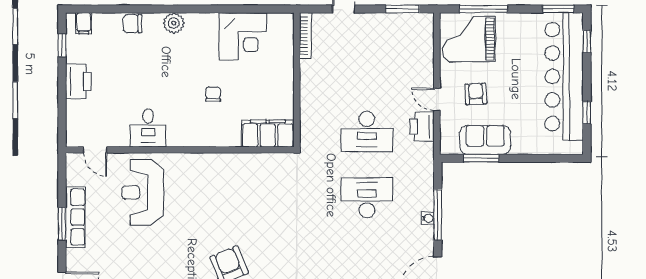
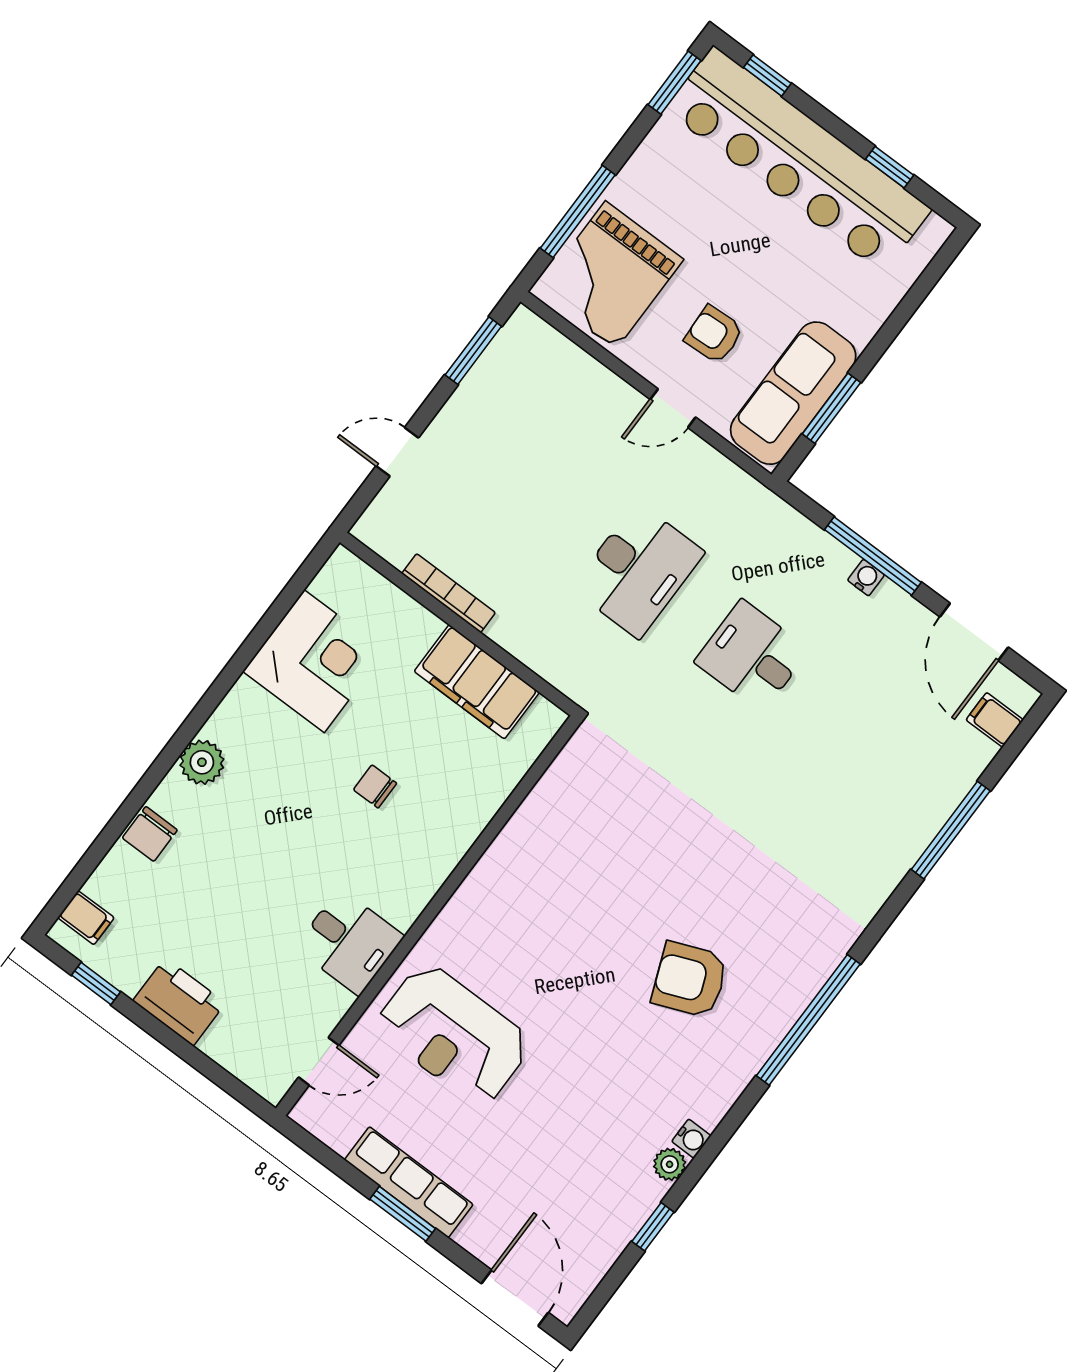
bookcase: (305, 36) -> (449, 593), moved
printer: (422, 127) -> (701, 469), removed
filing cabinet: (268, 134) -> (477, 682), moved, turned -90
sofa: (485, 140) -> (793, 393), width x1.36
desk: (367, 198) -> (752, 656), width x0.73

